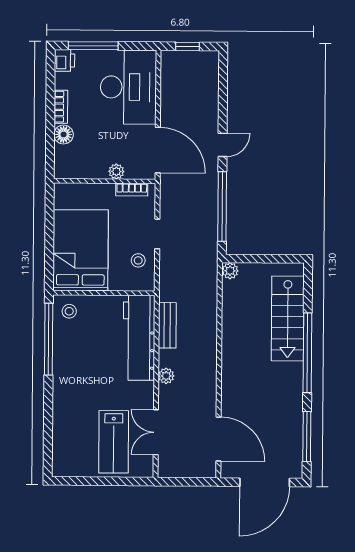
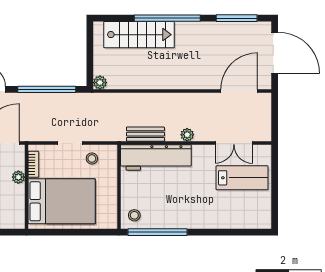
bed: (81, 250) -> (62, 201), moved, turned 180

